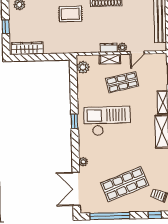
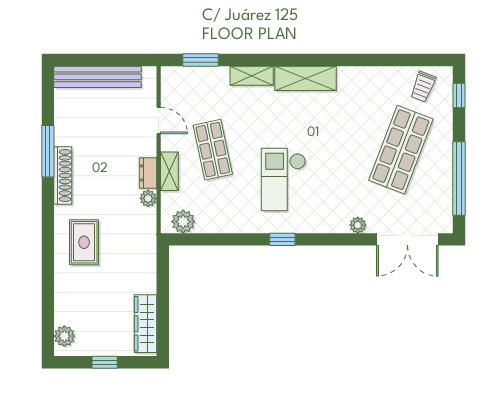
plant: (122, 47) -> (148, 198), moved
checkout: (107, 121) -> (283, 179), width x0.73, depth x0.83
shop shelf: (125, 184) -> (401, 150), turned 42

